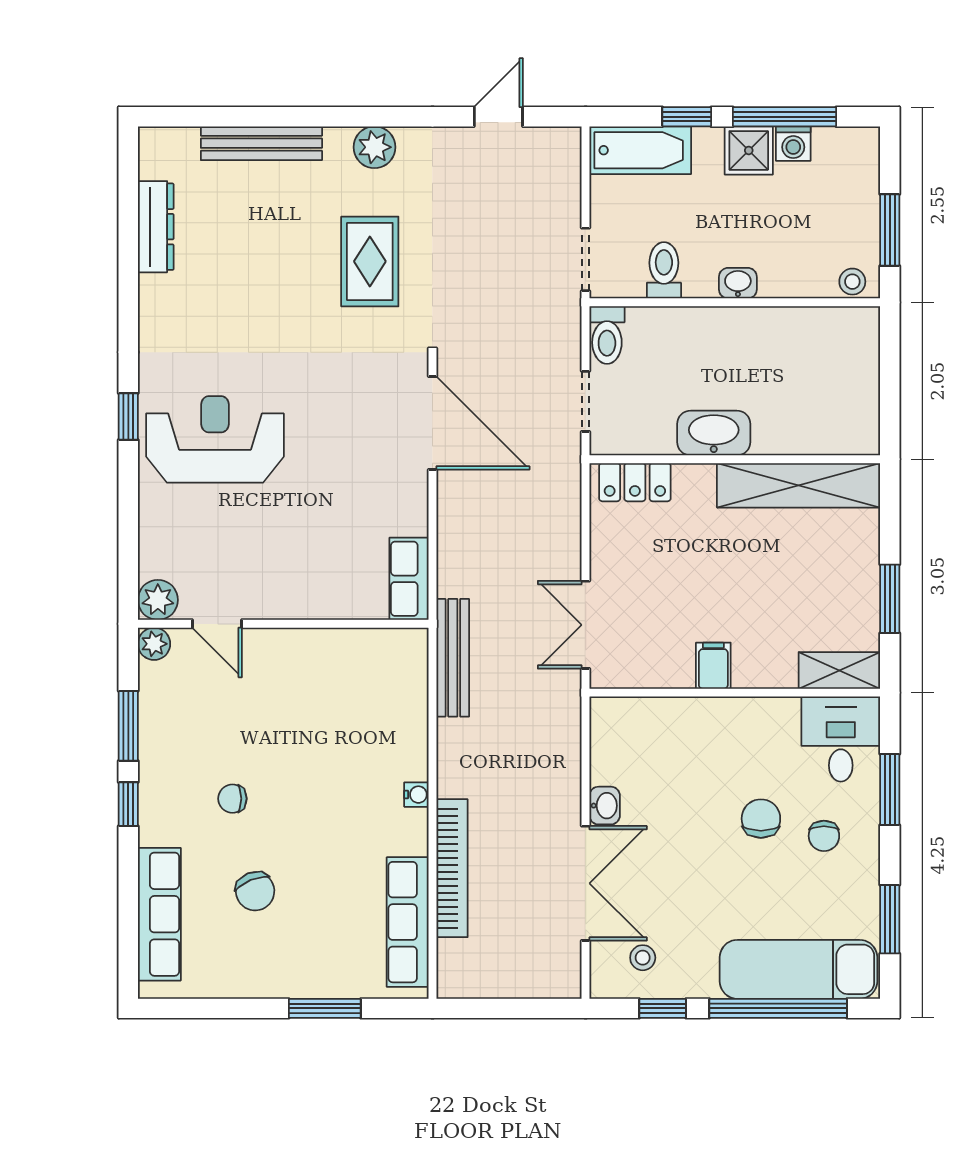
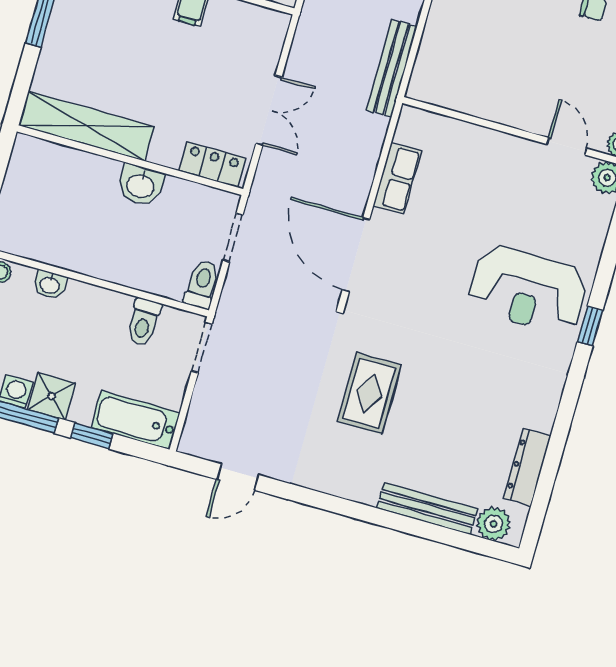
plant: (374, 147) -> (494, 524), moved
washbasin: (738, 283) -> (50, 285), moved
washbasin: (714, 433) -> (141, 185), width x0.72
row of seats: (409, 579) -> (397, 178), moved
double door: (586, 625) -> (269, 110), moved

